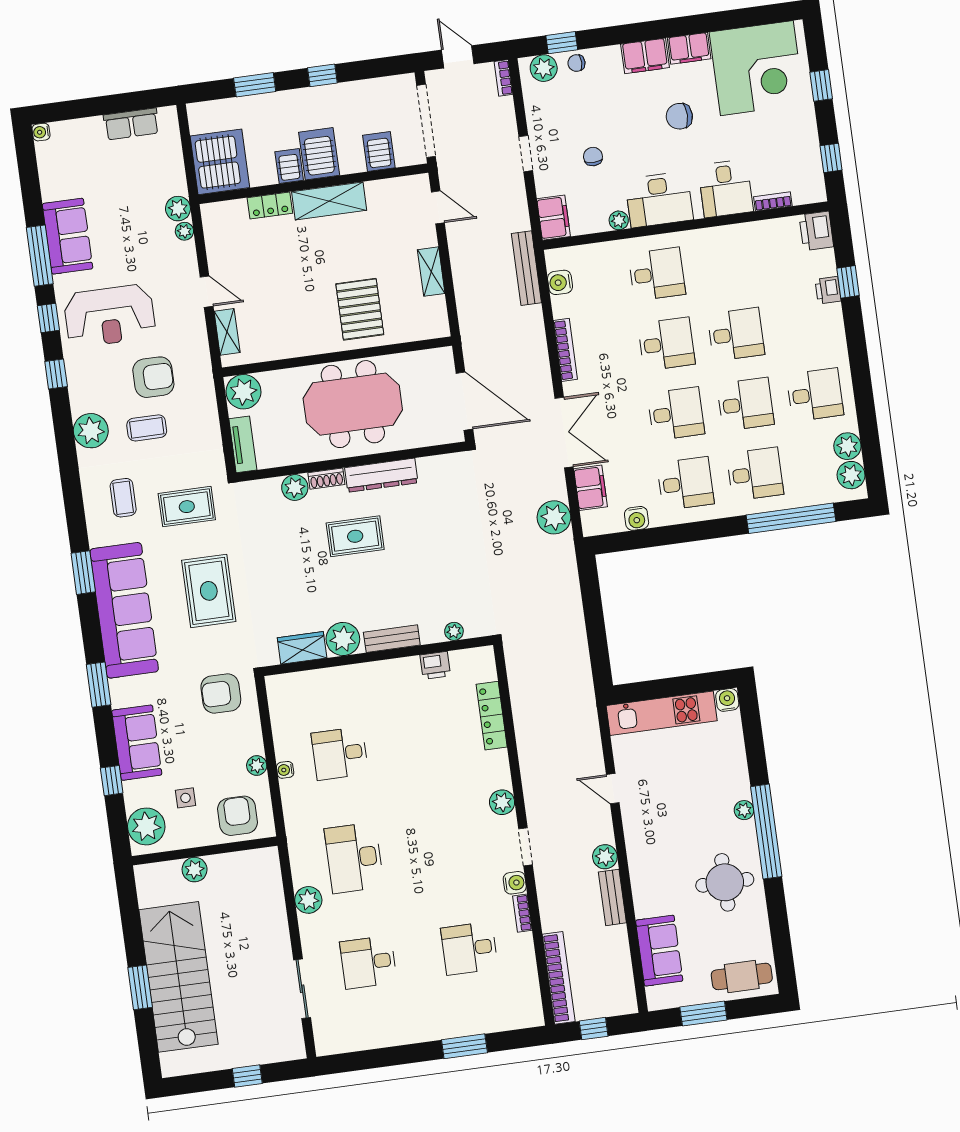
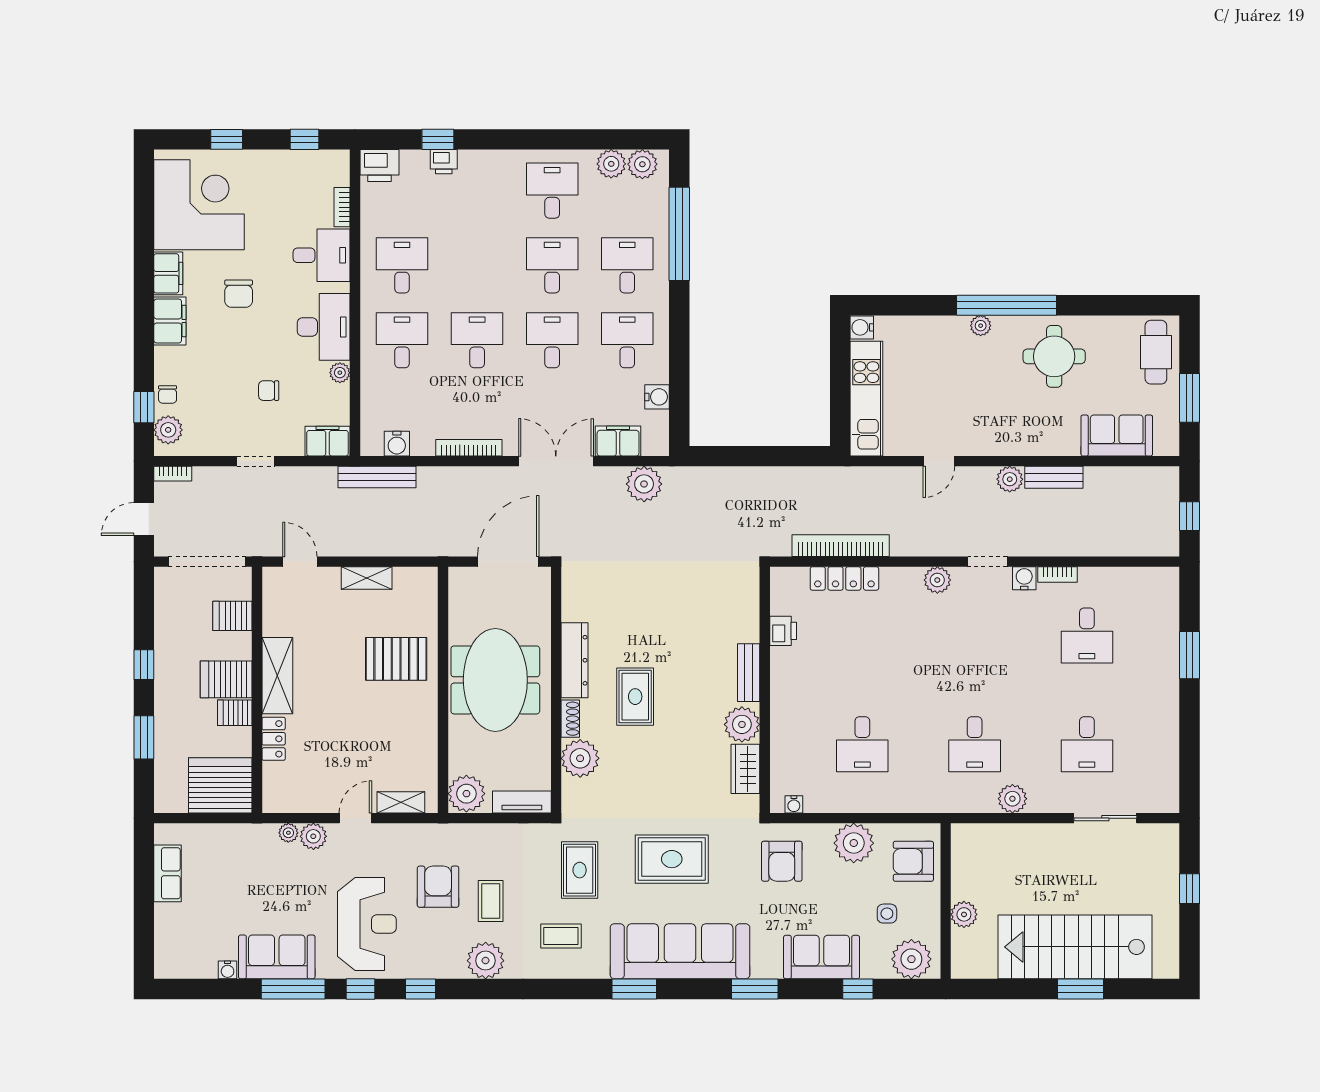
water cooler: (41, 132) -> (228, 970), moved
door: (438, 207) -> (300, 562), hinge flipped
plant: (178, 209) -> (313, 836), moved
desk: (736, 334) -> (402, 265), moved
plant: (295, 488) -> (580, 758), width x1.36, depth x1.36
plant: (454, 631) -> (750, 606), removed
plant: (257, 765) -> (854, 843), width x1.87, depth x1.87
water cooler: (285, 770) -> (794, 804), moved
desk: (354, 858) -> (975, 744), width x0.73
bookcase: (559, 978) -> (841, 546), moved

